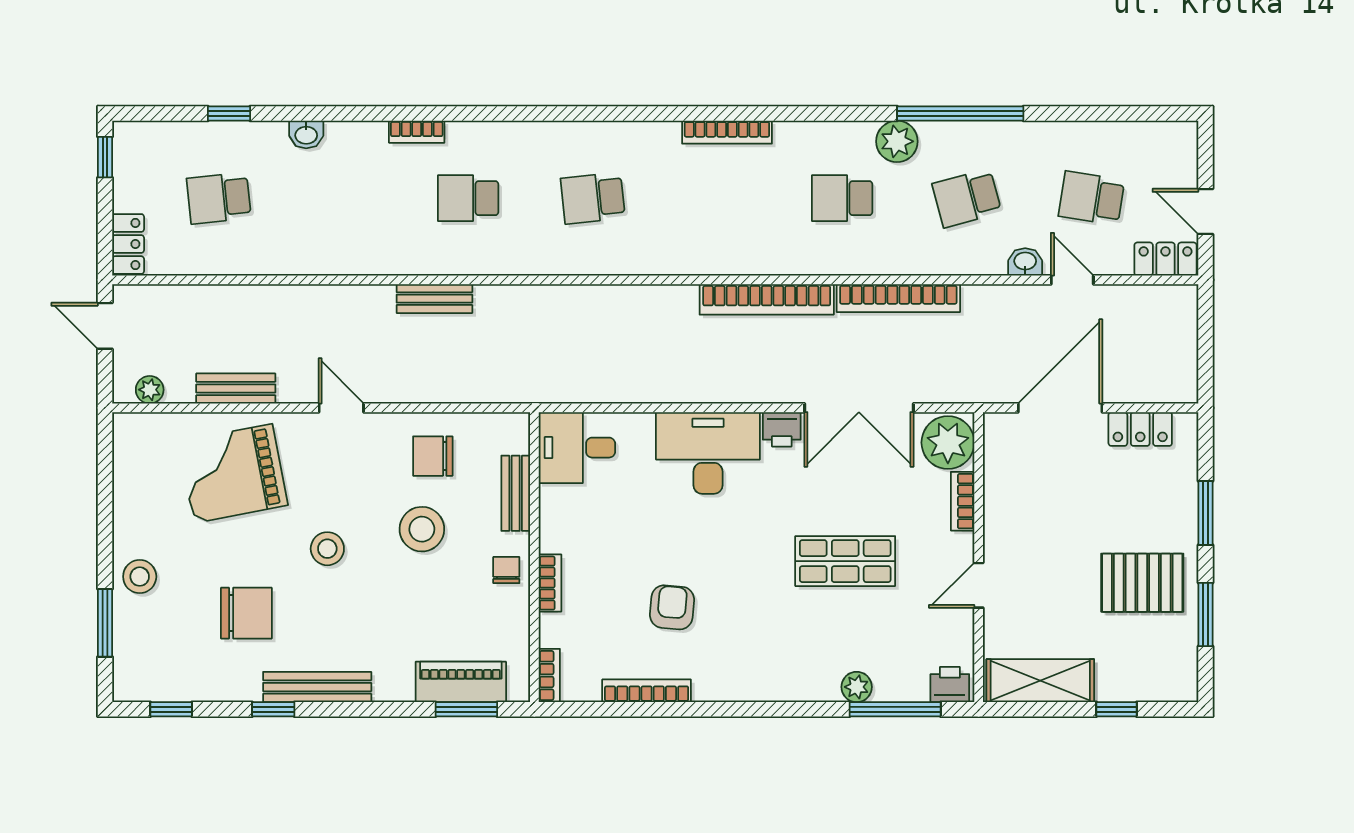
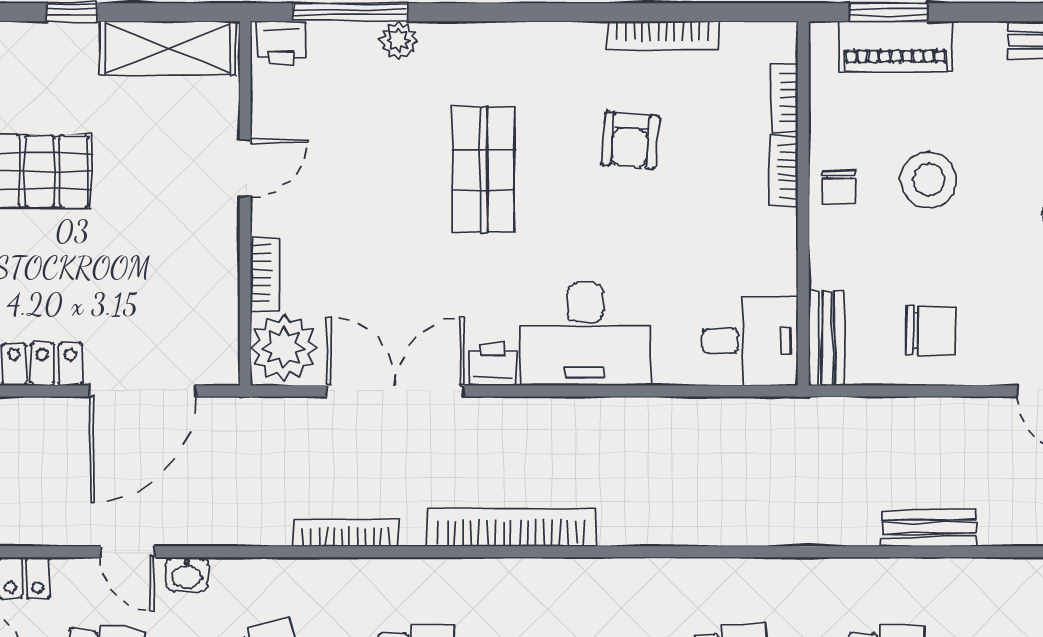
bookcase: (898, 298) -> (346, 533), width x0.68, depth x0.76
bench: (516, 493) -> (827, 338), moved
stool: (422, 529) -> (929, 180), moved
shop shelf: (845, 561) -> (484, 169), moved, turned 90
bookcase: (549, 676) -> (785, 98), moved

